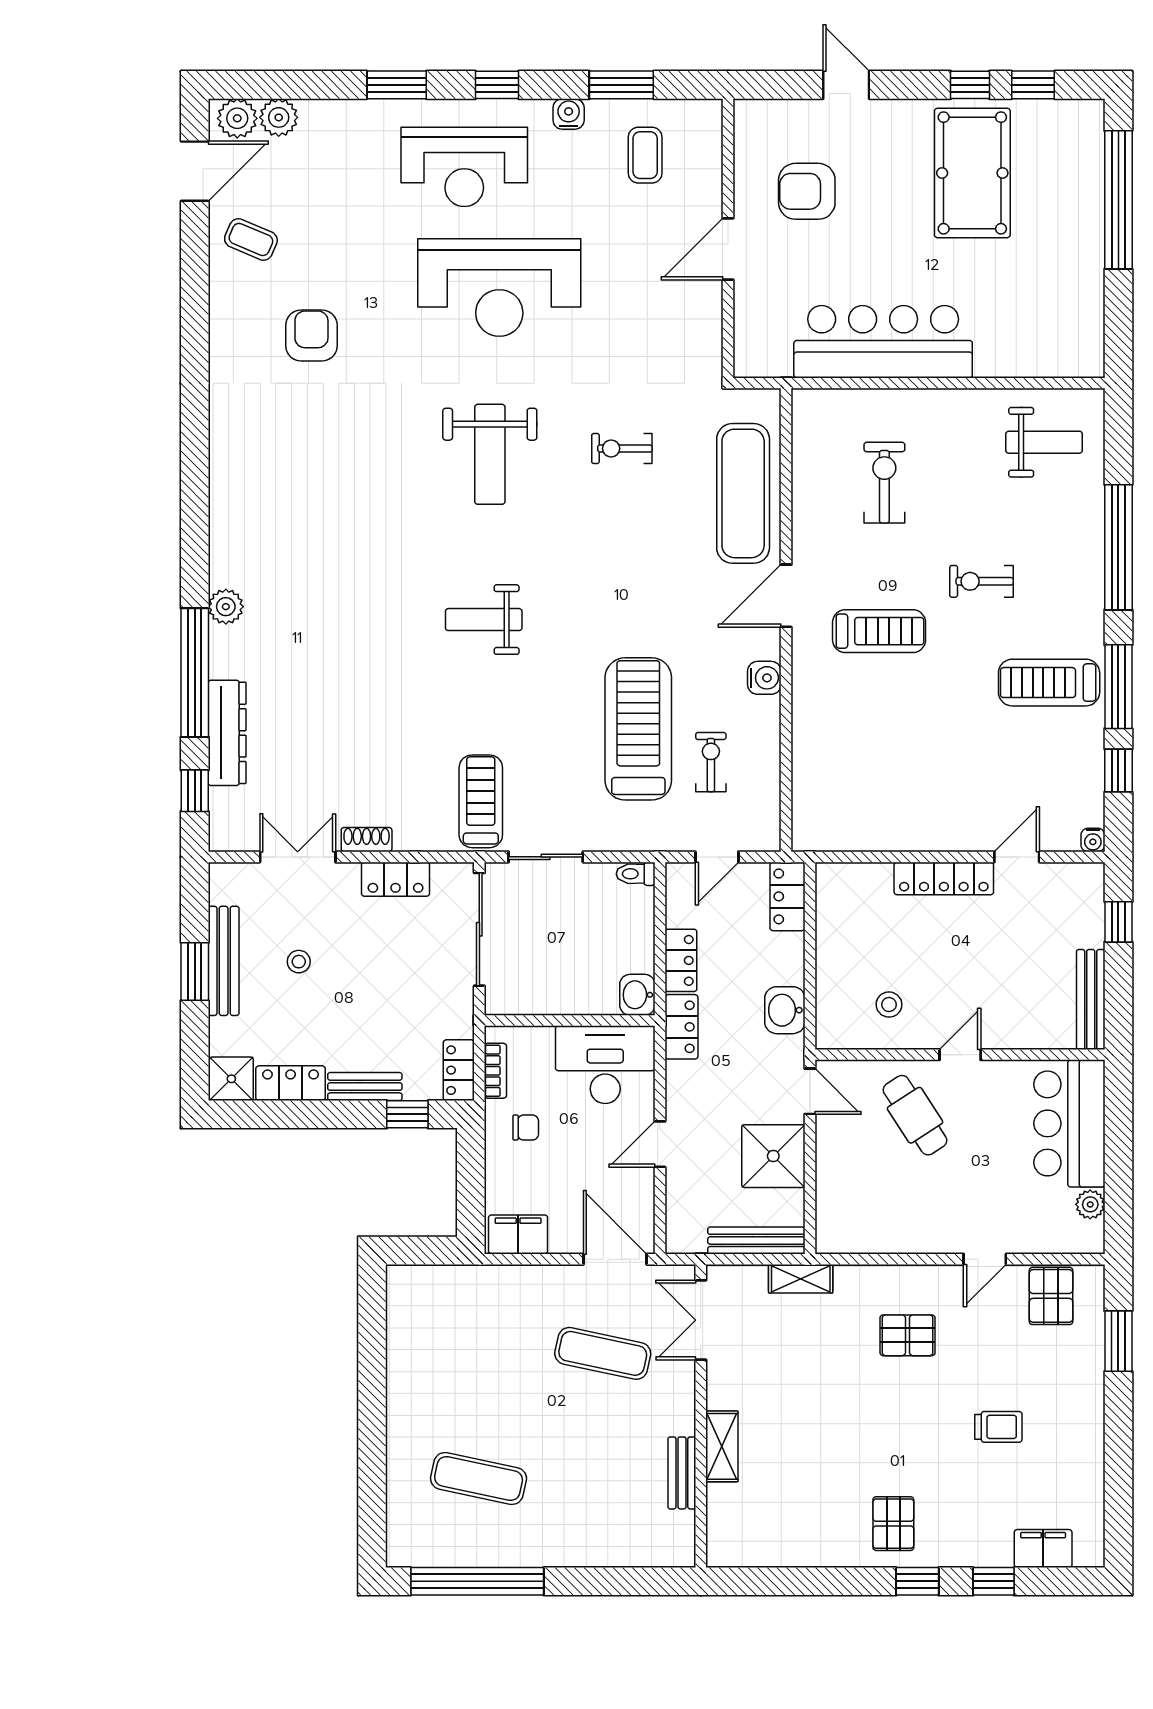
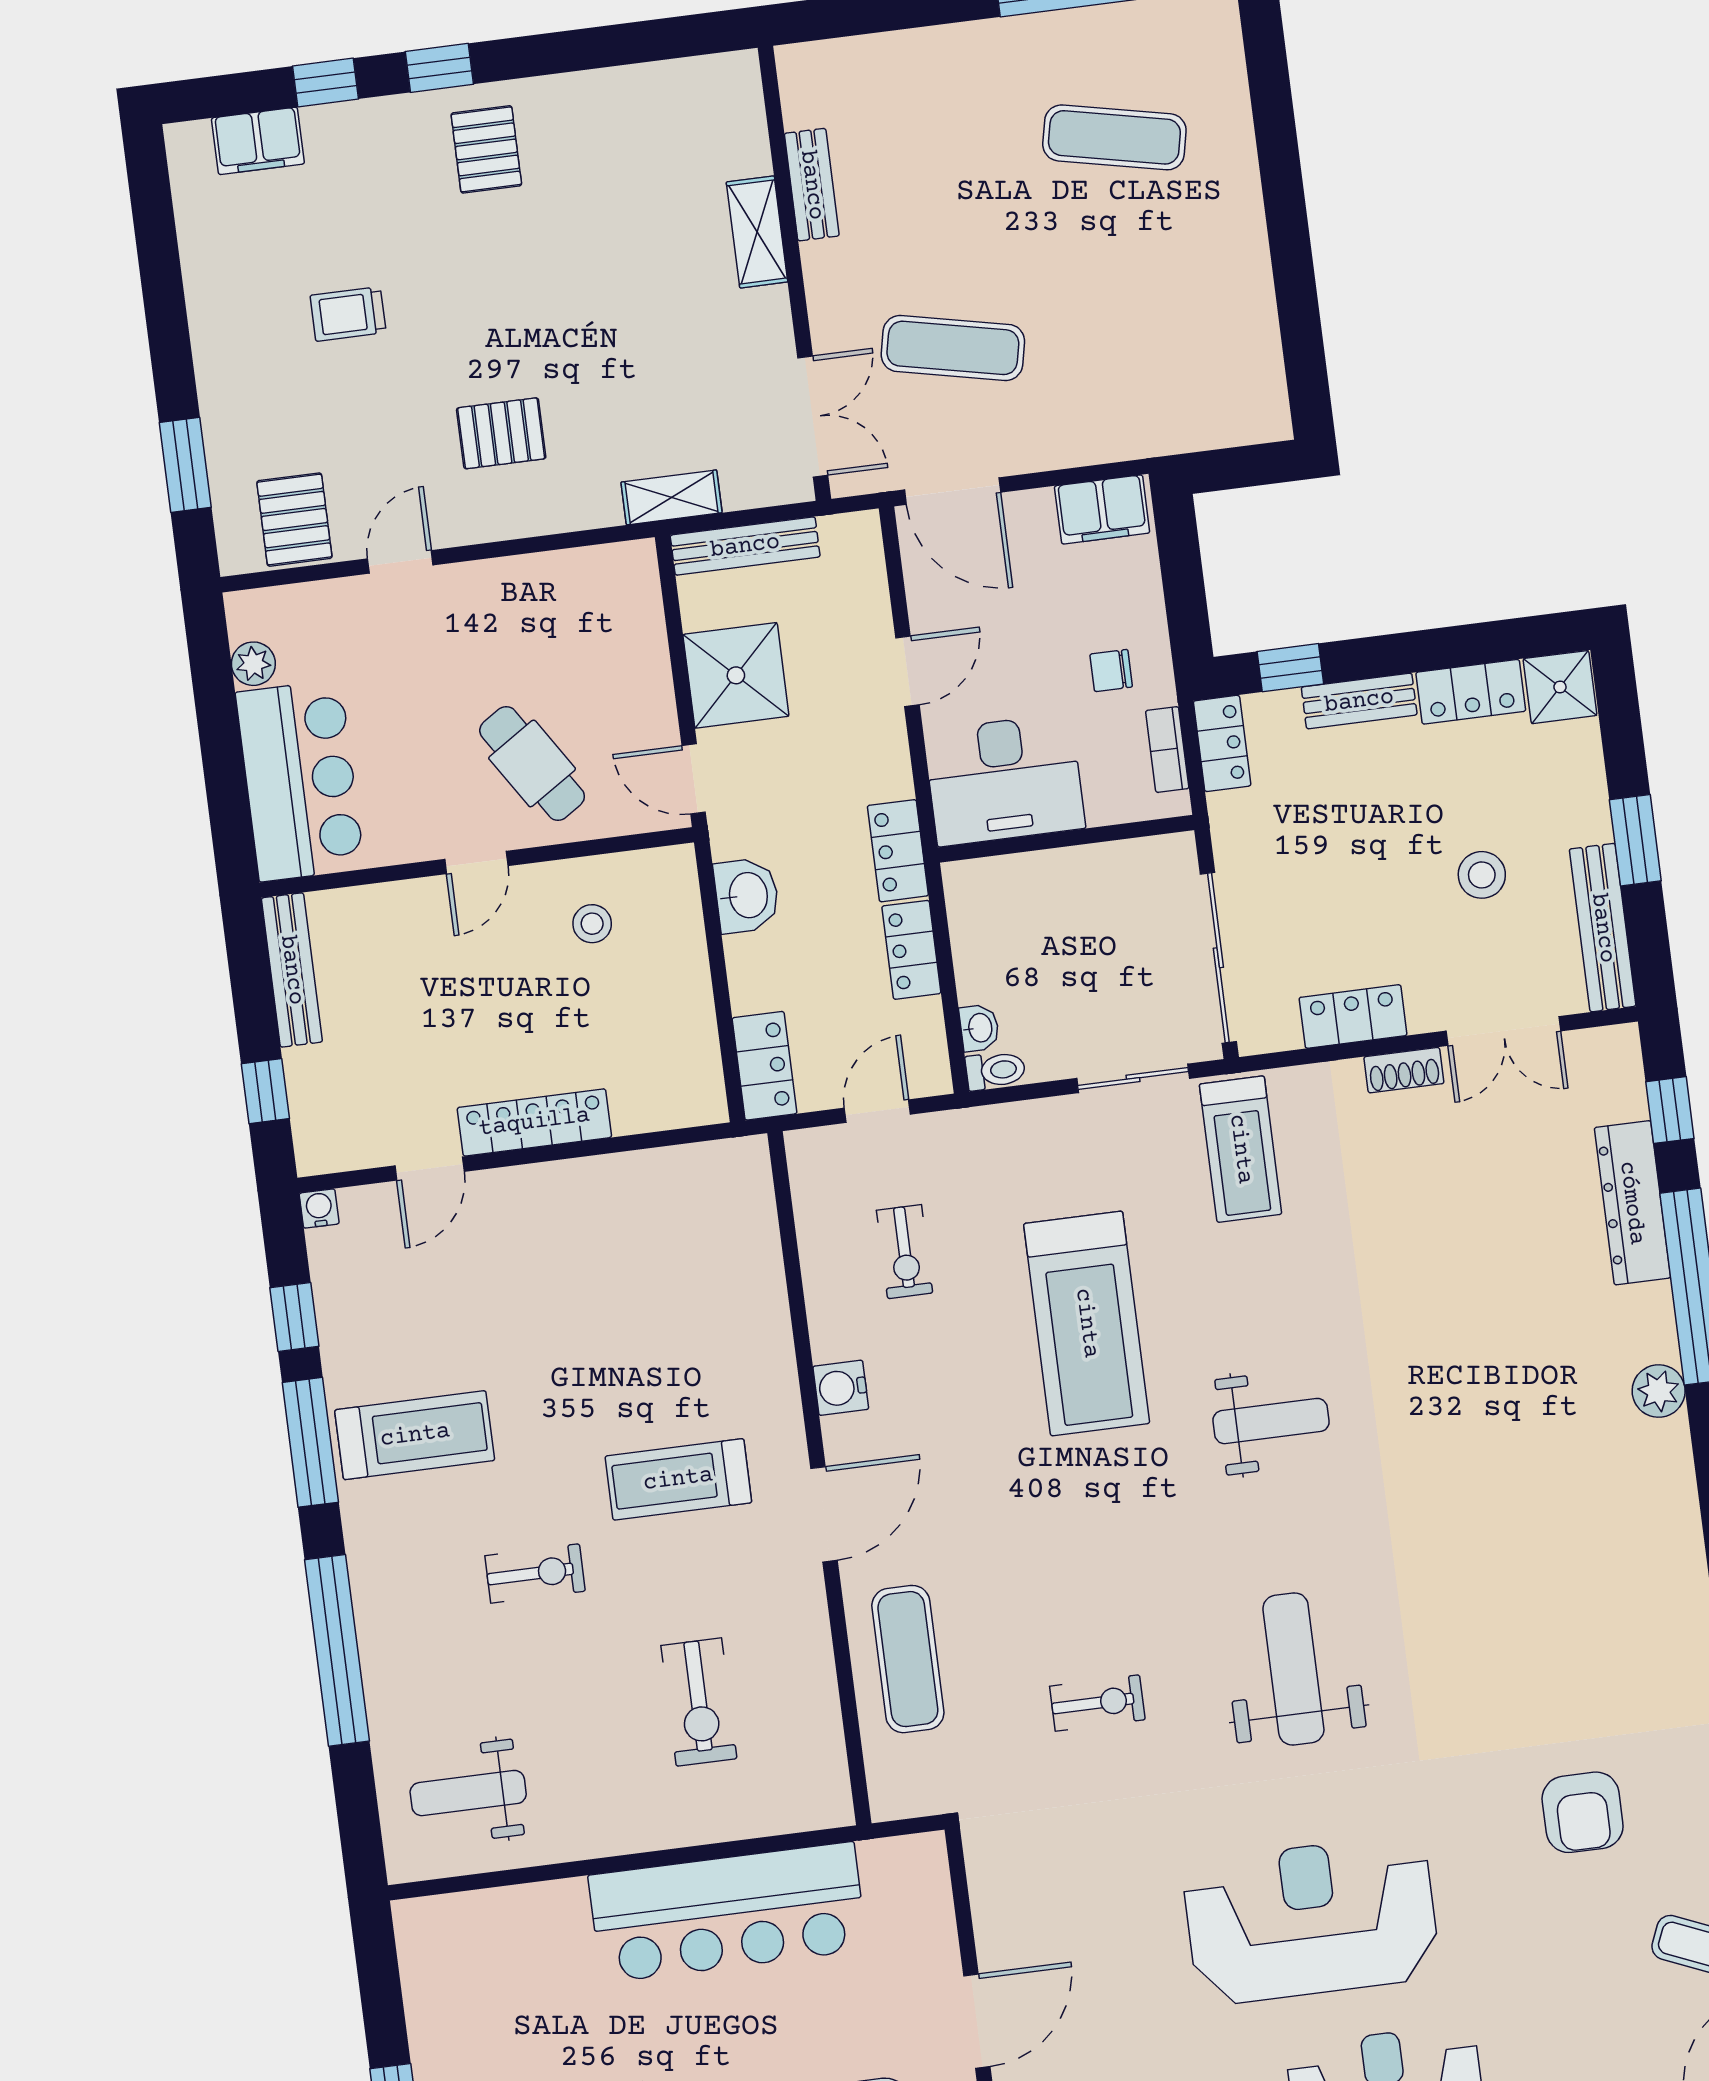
exercise mat: (743, 493) -> (908, 1659), width x0.73, depth x0.69
treadmill: (638, 729) -> (1087, 1323), moved
bench: (224, 961) -> (1603, 928), moved
stool: (299, 962) -> (1482, 875), width x1.37, depth x1.37
washbasin: (637, 995) -> (979, 1028), moved, width x0.72, depth x0.69

